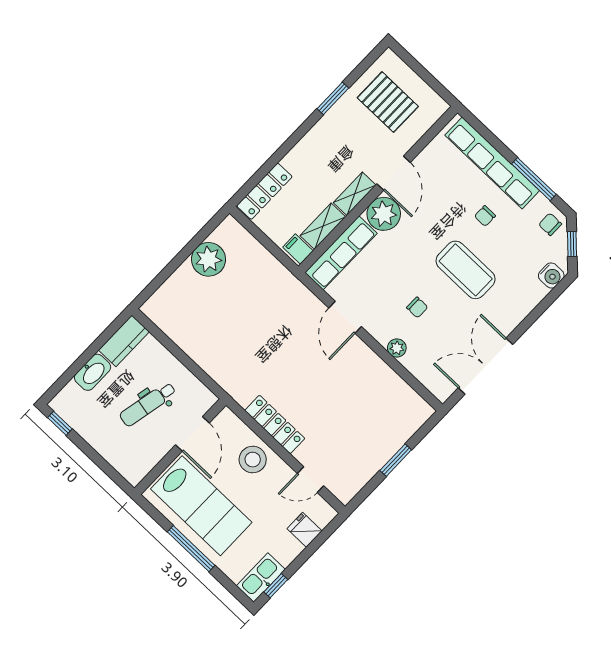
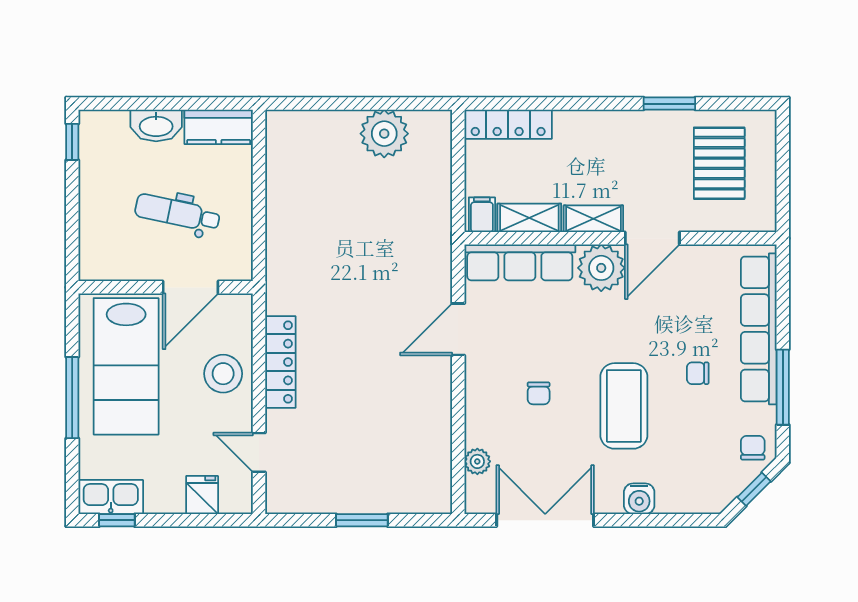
water cooler: (551, 275) -> (639, 499), moved
plant: (397, 348) -> (477, 461), moved

